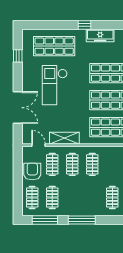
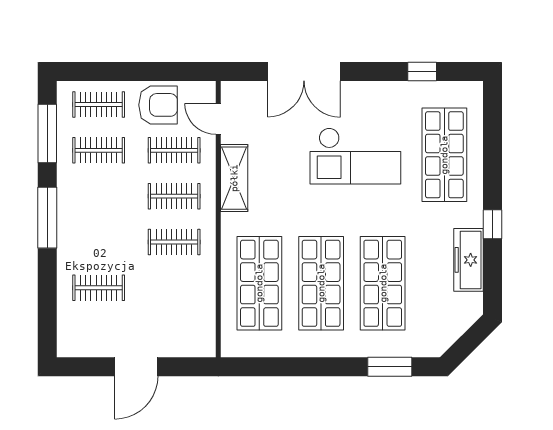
checkout: (55, 85) -> (355, 156), turned 180
door: (38, 145) -> (218, 119), swing flipped

